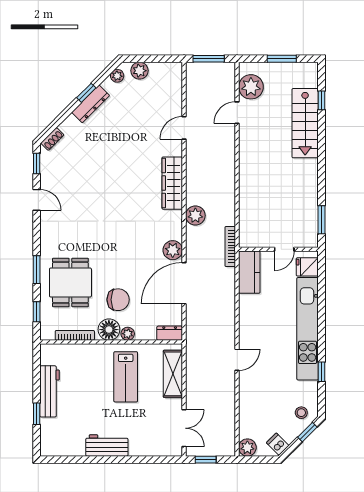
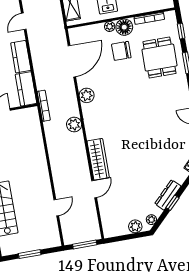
plant: (251, 87) -> (49, 229), removed
wardrobe: (172, 183) -> (98, 159), moved
door: (184, 283) -> (72, 61), moved
kitchen counter: (249, 315) -> (21, 57), added
dresser: (170, 333) -> (78, 32), removed

